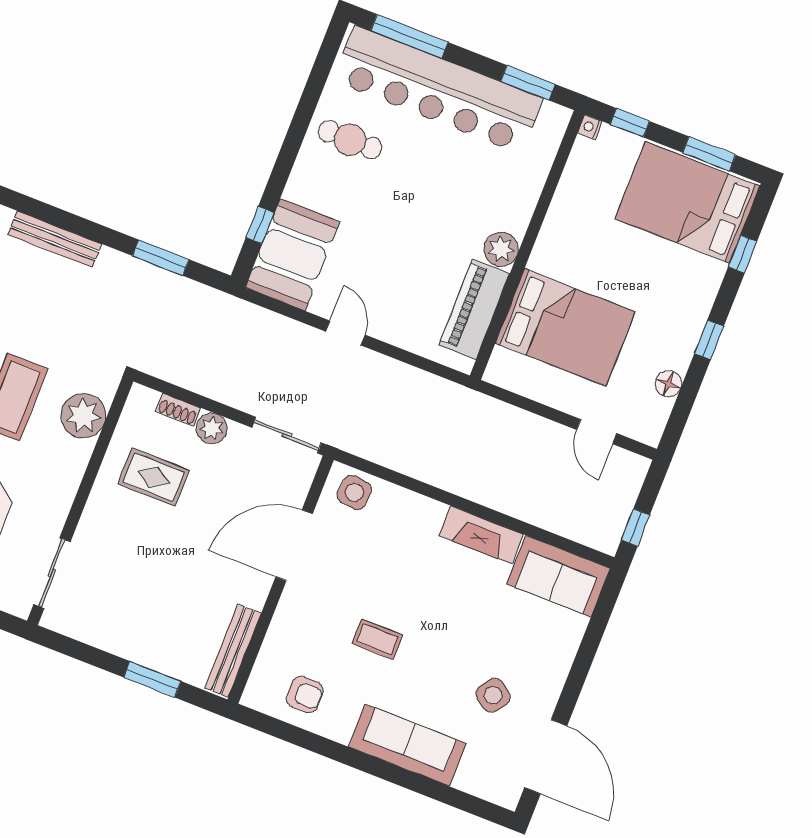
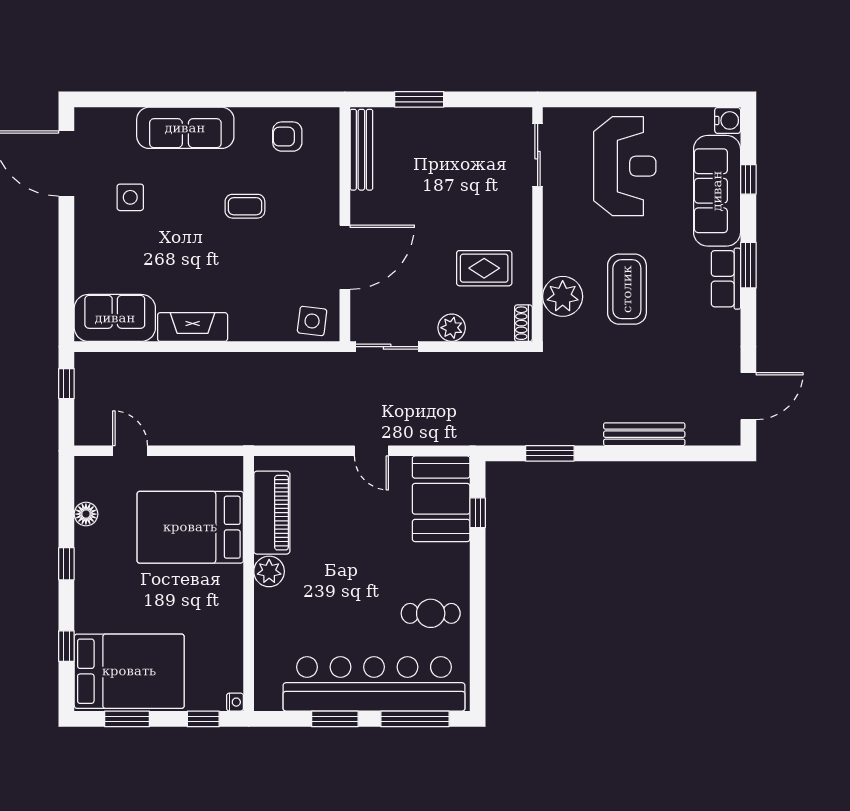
window: (528, 83) -> (335, 719), moved
shoe rack: (178, 410) -> (523, 323), moved, turned -90
side table: (493, 695) -> (130, 197), turned -35

